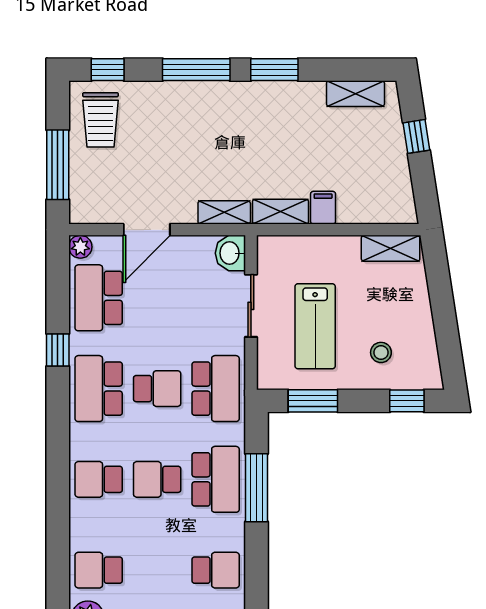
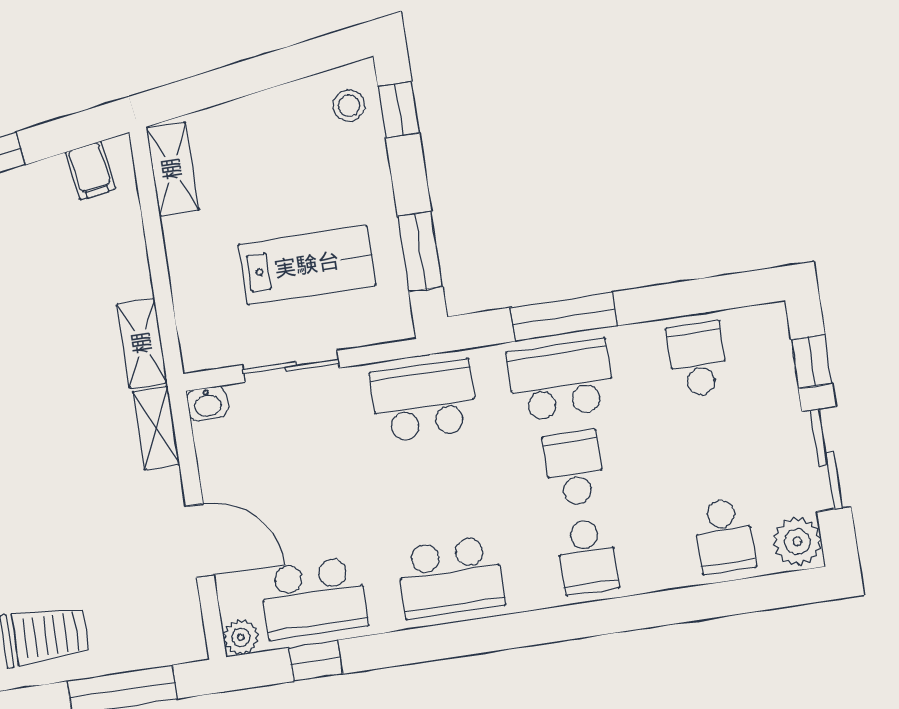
filing cabinet: (323, 208) -> (90, 171), moved, turned -99
washbasin: (230, 253) -> (208, 404), width x0.72, depth x0.69
window: (58, 350) -> (315, 661), moved
stool: (381, 352) -> (349, 106), moved
school desk: (157, 389) -> (437, 489), removed
school desk: (157, 479) -> (574, 468), turned 180

